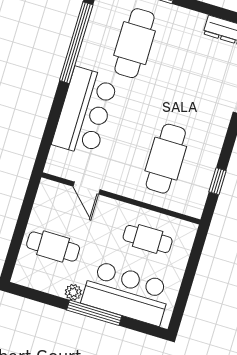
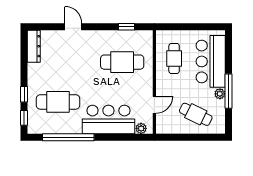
plant: (56, 157) -> (141, 128), added
cafe table: (53, 247) -> (196, 114), turned -64
window: (94, 313) -> (228, 91), moved

